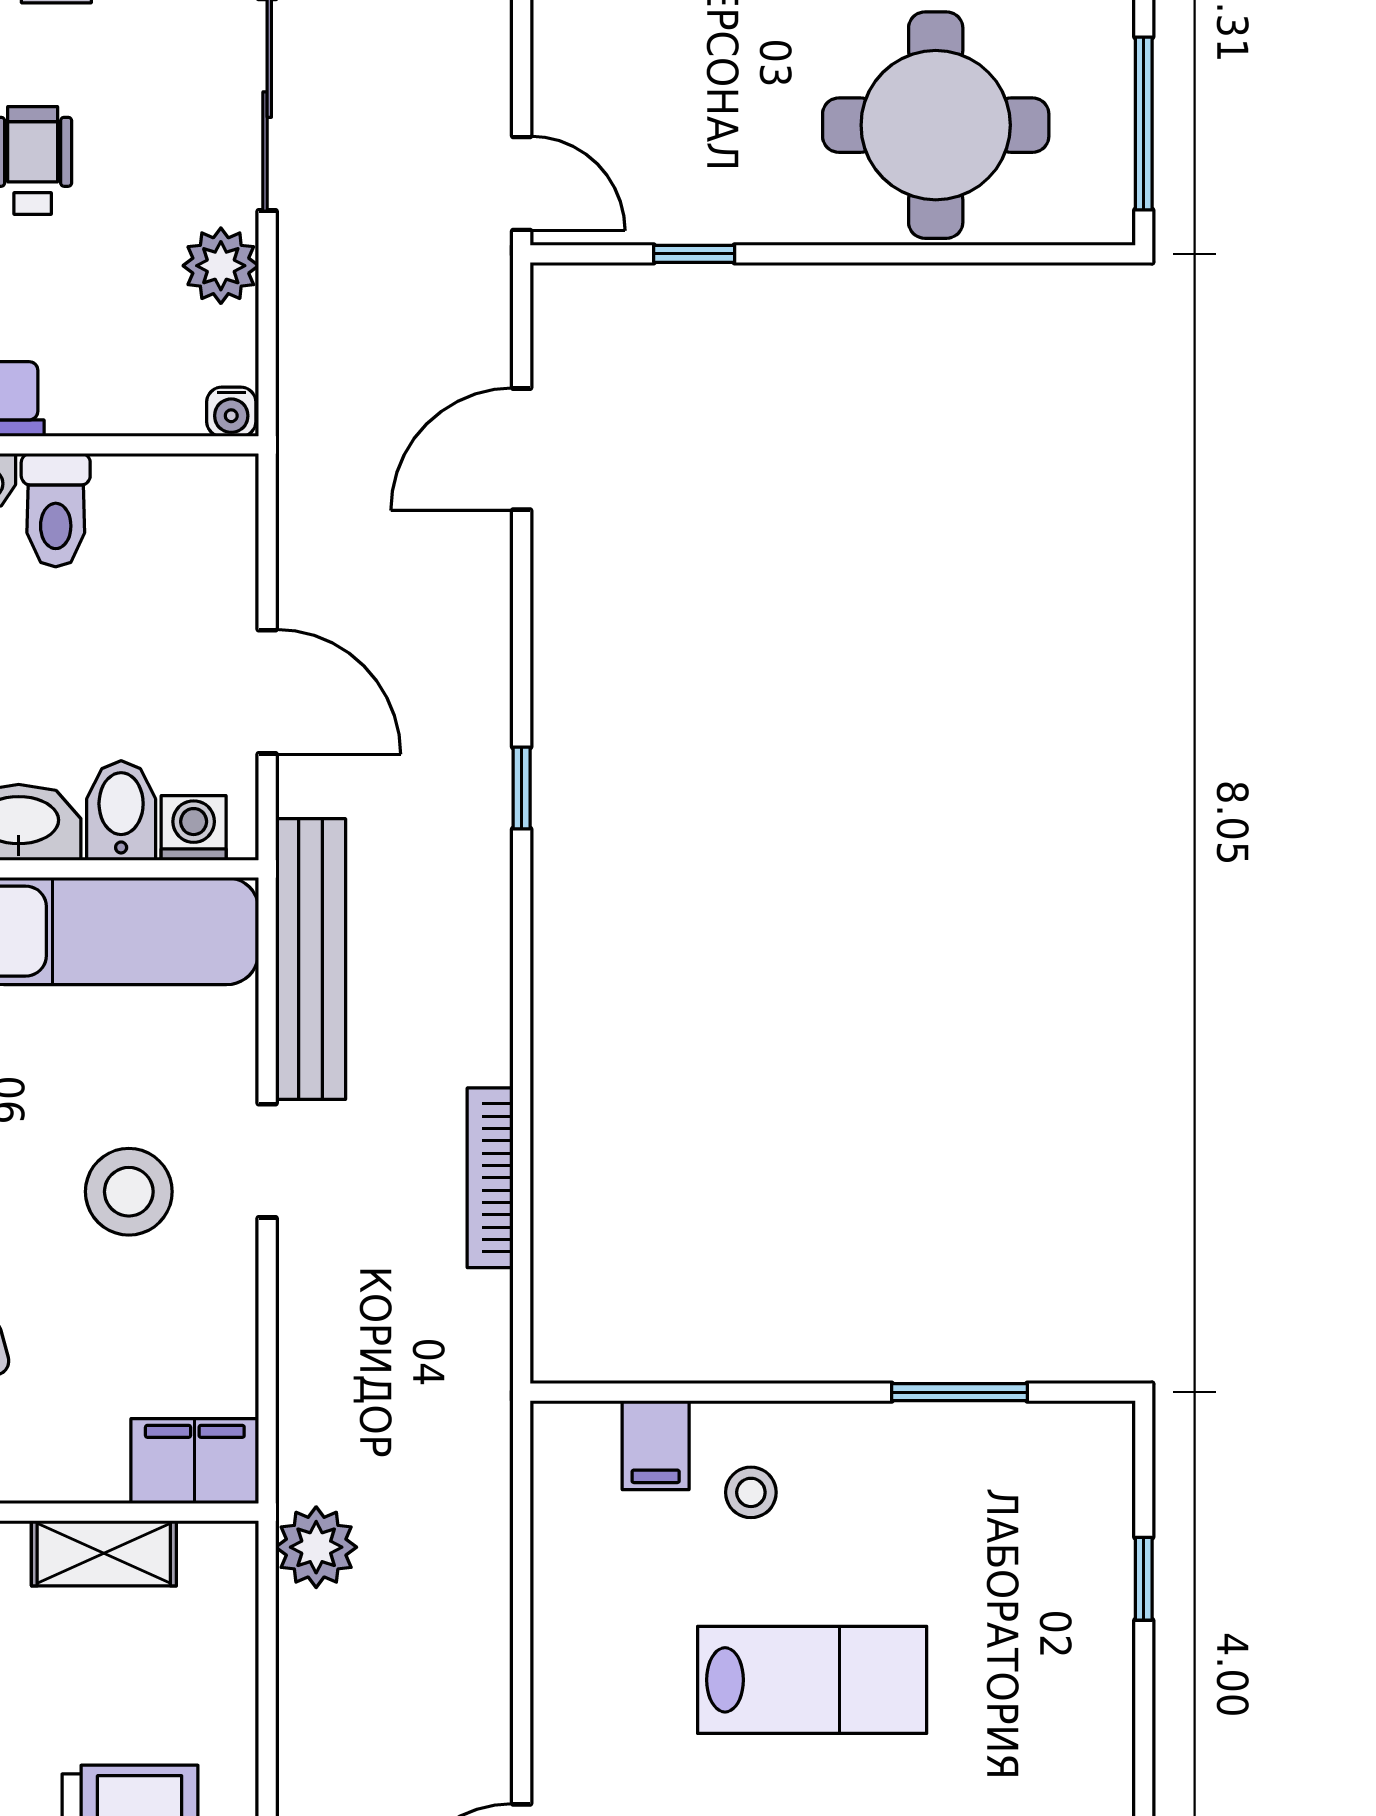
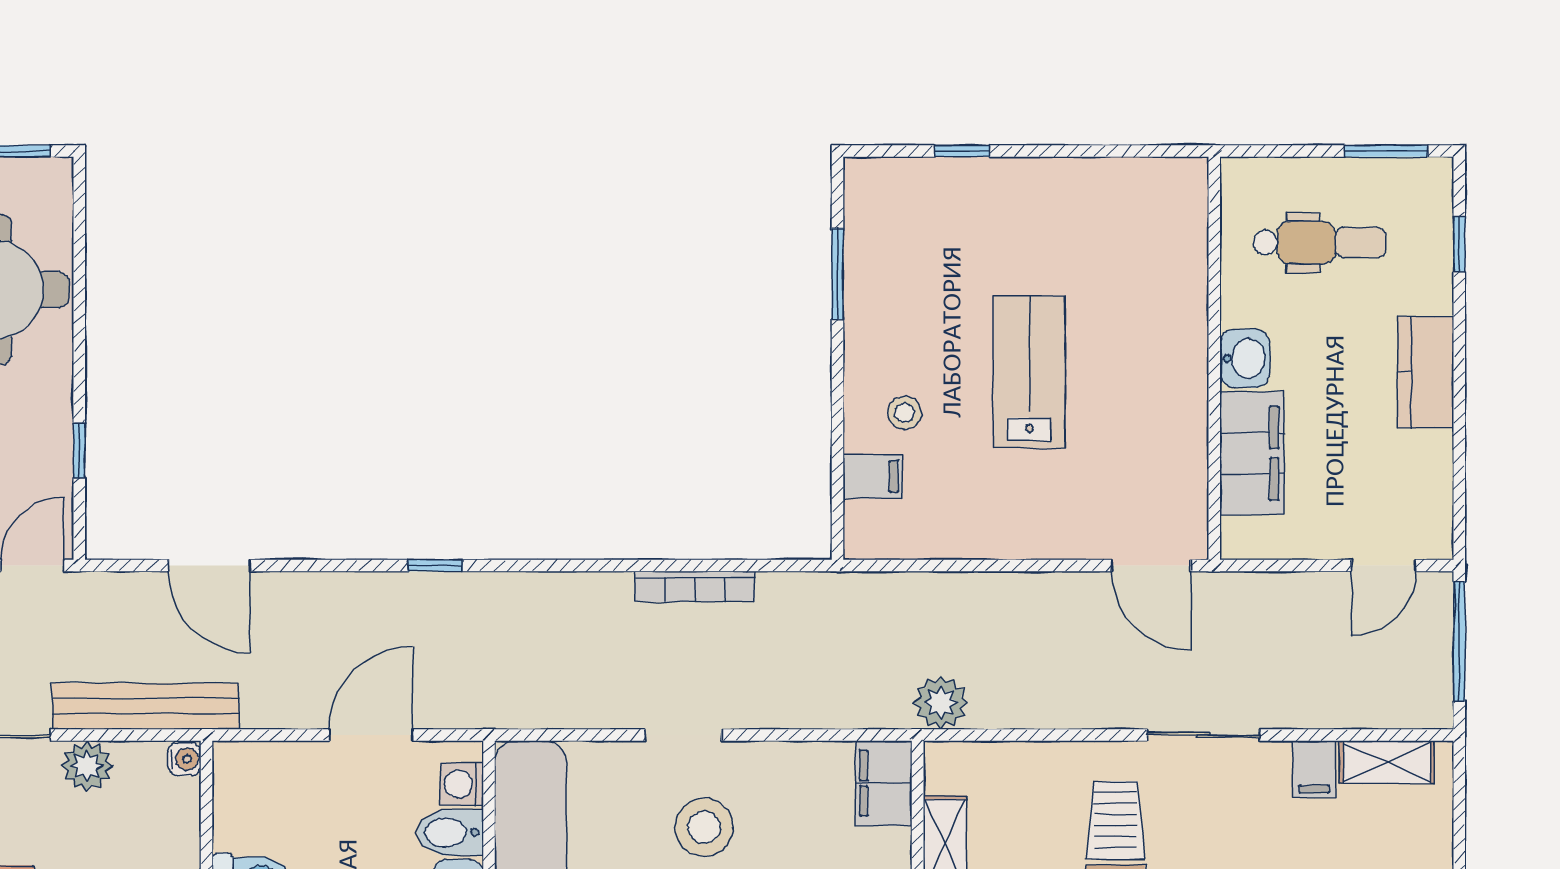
bench: (311, 959) -> (145, 706), moved

